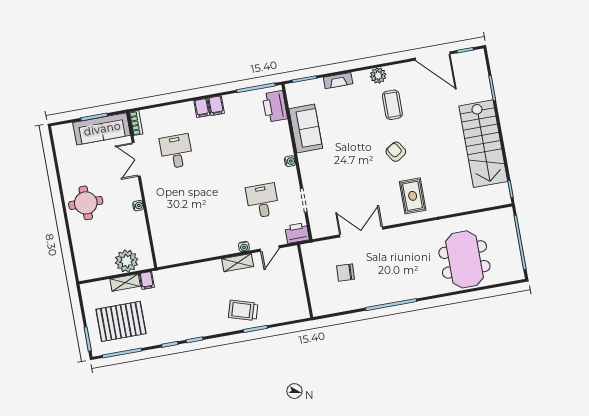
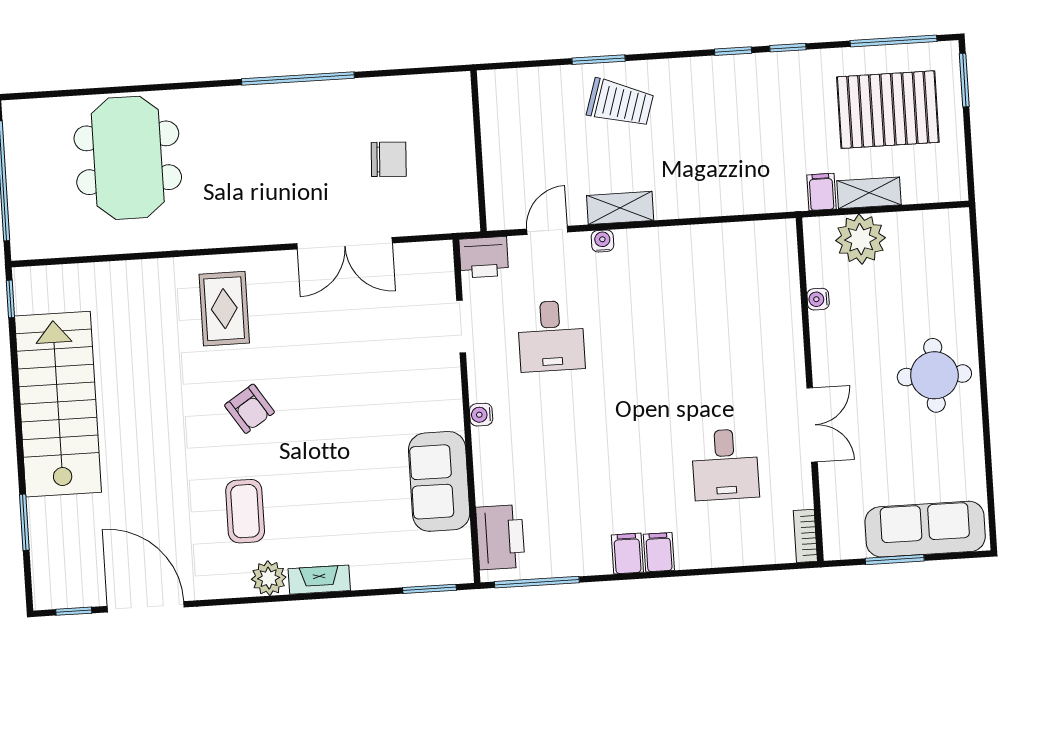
fireplace: (338, 81) -> (319, 580), moved
sofa: (102, 129) -> (925, 529), moved
double door: (136, 159) -> (812, 425), moved
water cooler: (138, 206) -> (818, 299), moved

